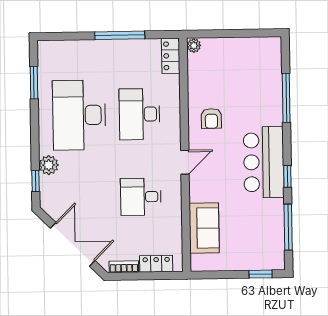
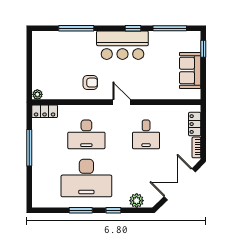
window: (34, 83) -> (81, 210), moved
plant: (49, 165) -> (137, 201), moved
window: (36, 181) -> (113, 210), moved
sofa: (204, 228) -> (190, 70), moved, turned -90

